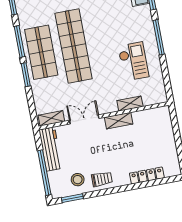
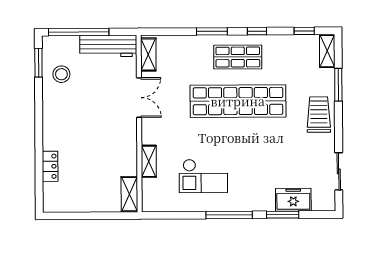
window: (20, 42) -> (257, 31), width x0.46
shop shelf: (41, 52) -> (238, 57), width x0.70, depth x0.74
shelving: (119, 121) -> (129, 194), moved
locker: (147, 176) -> (50, 166), width x0.66
trolley: (102, 179) -> (56, 106), removed

